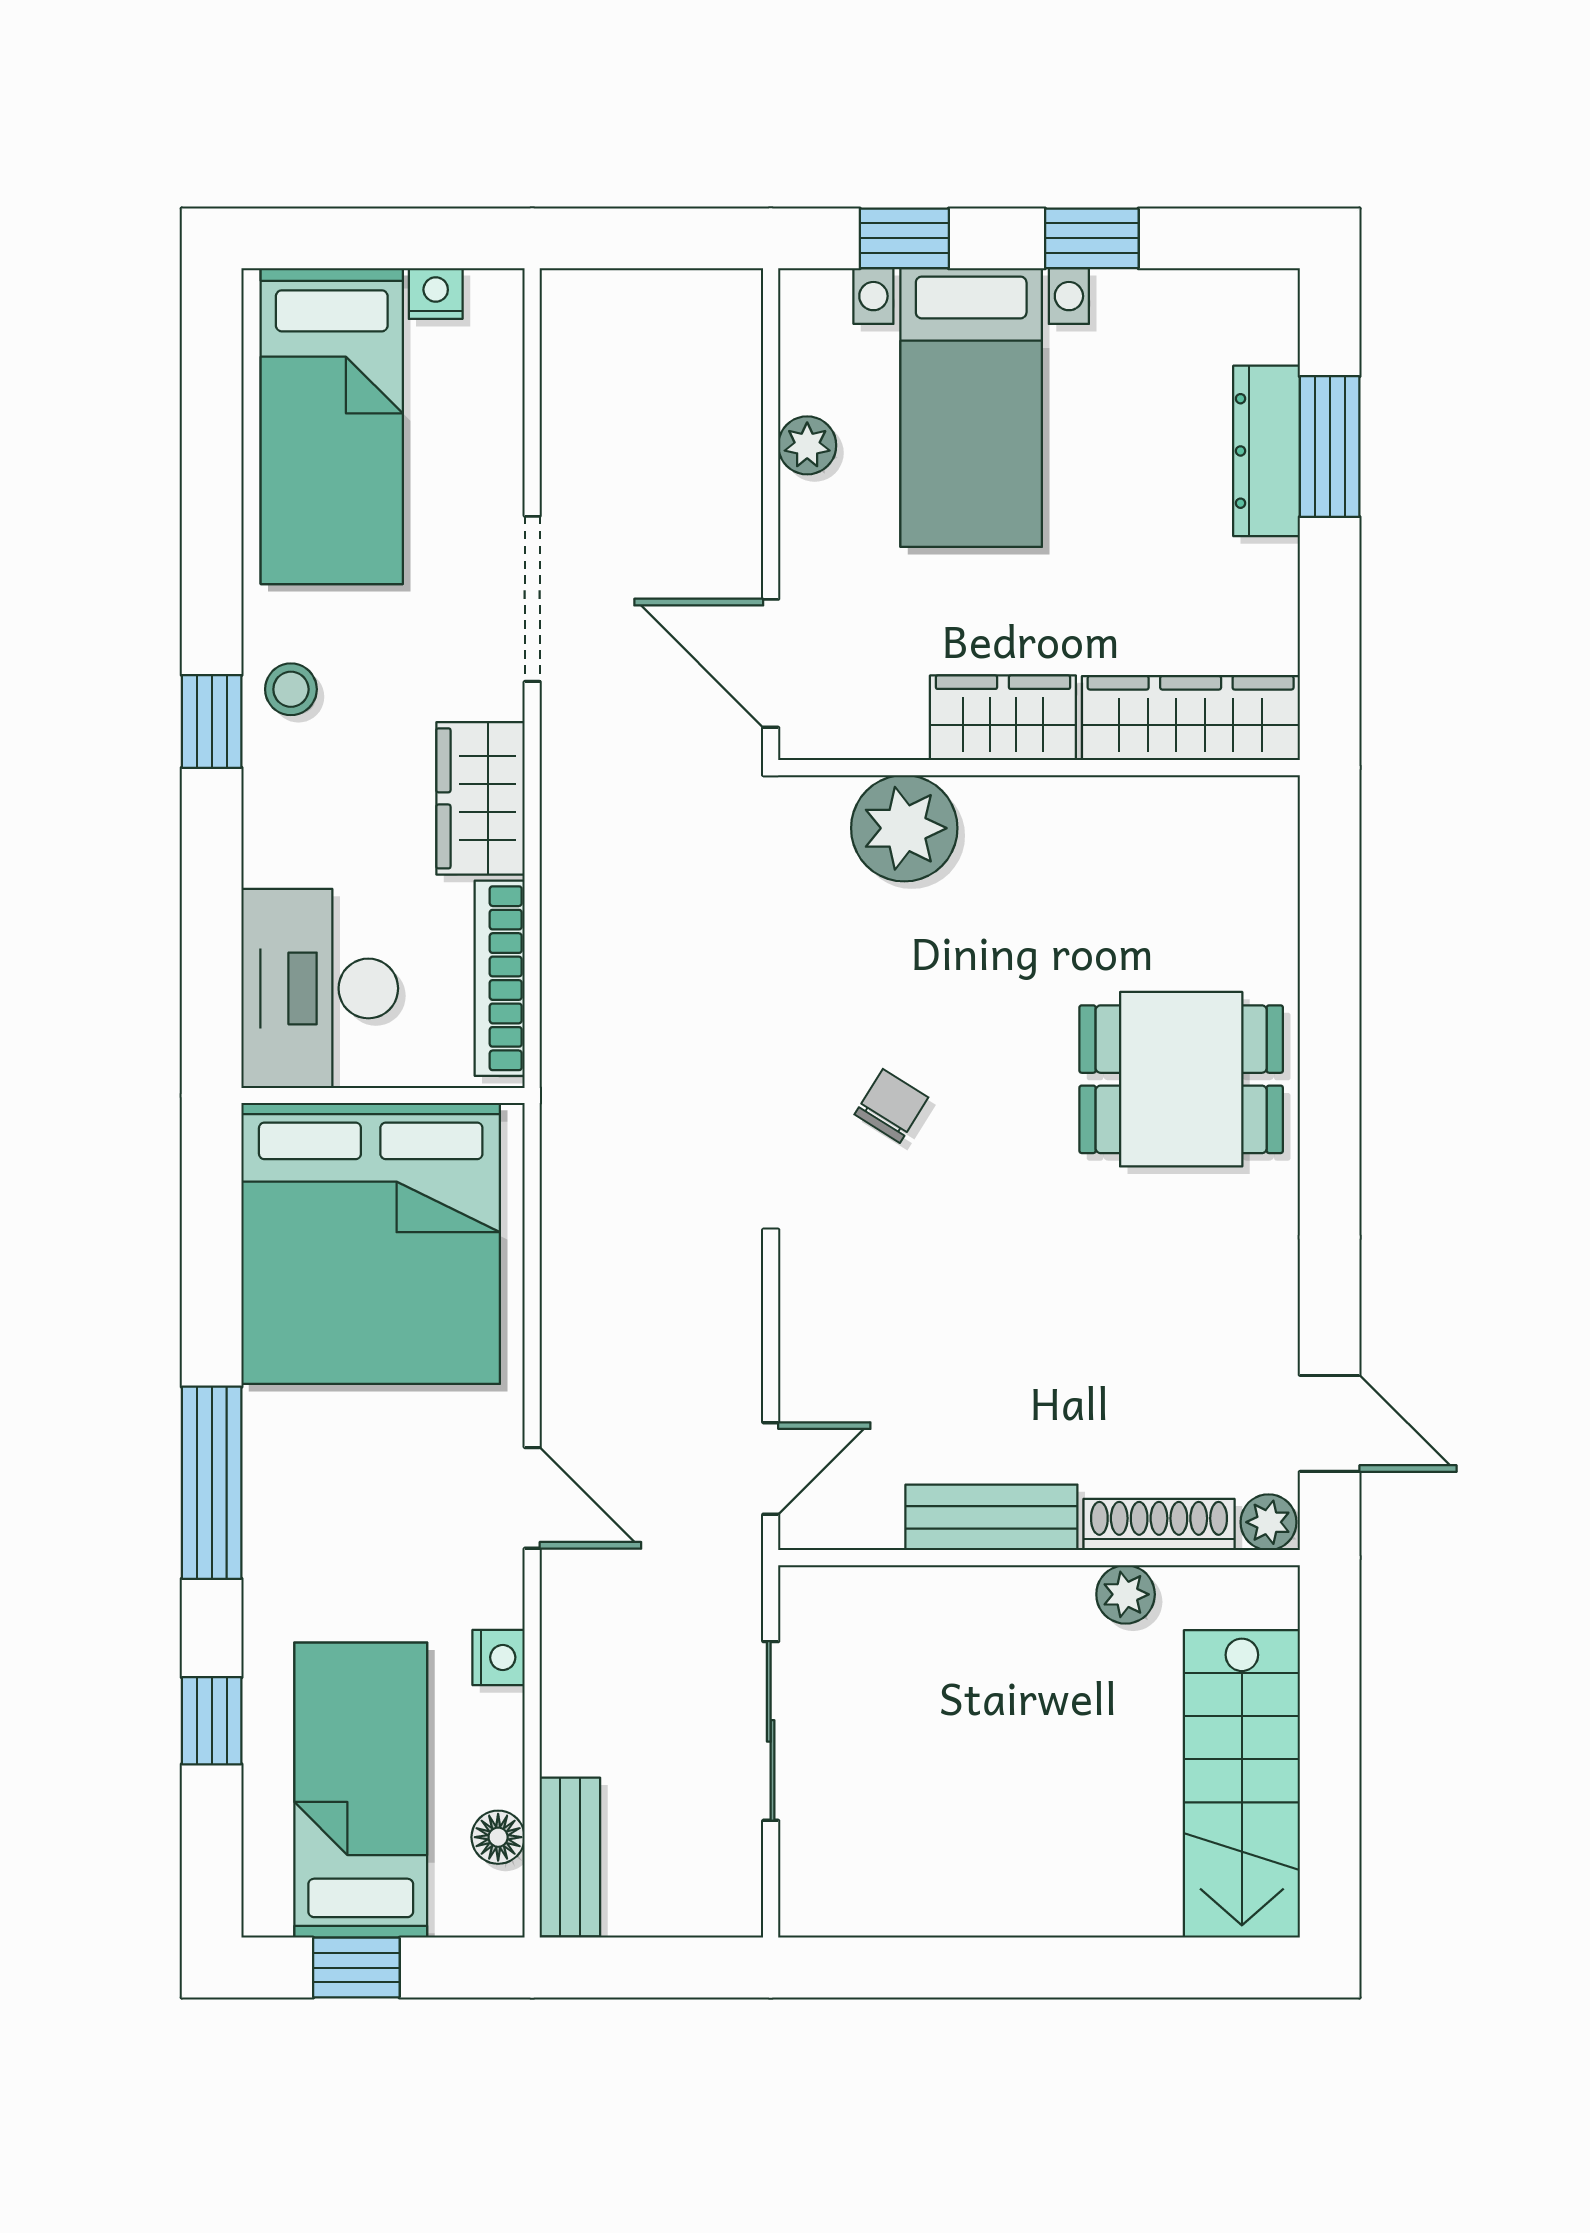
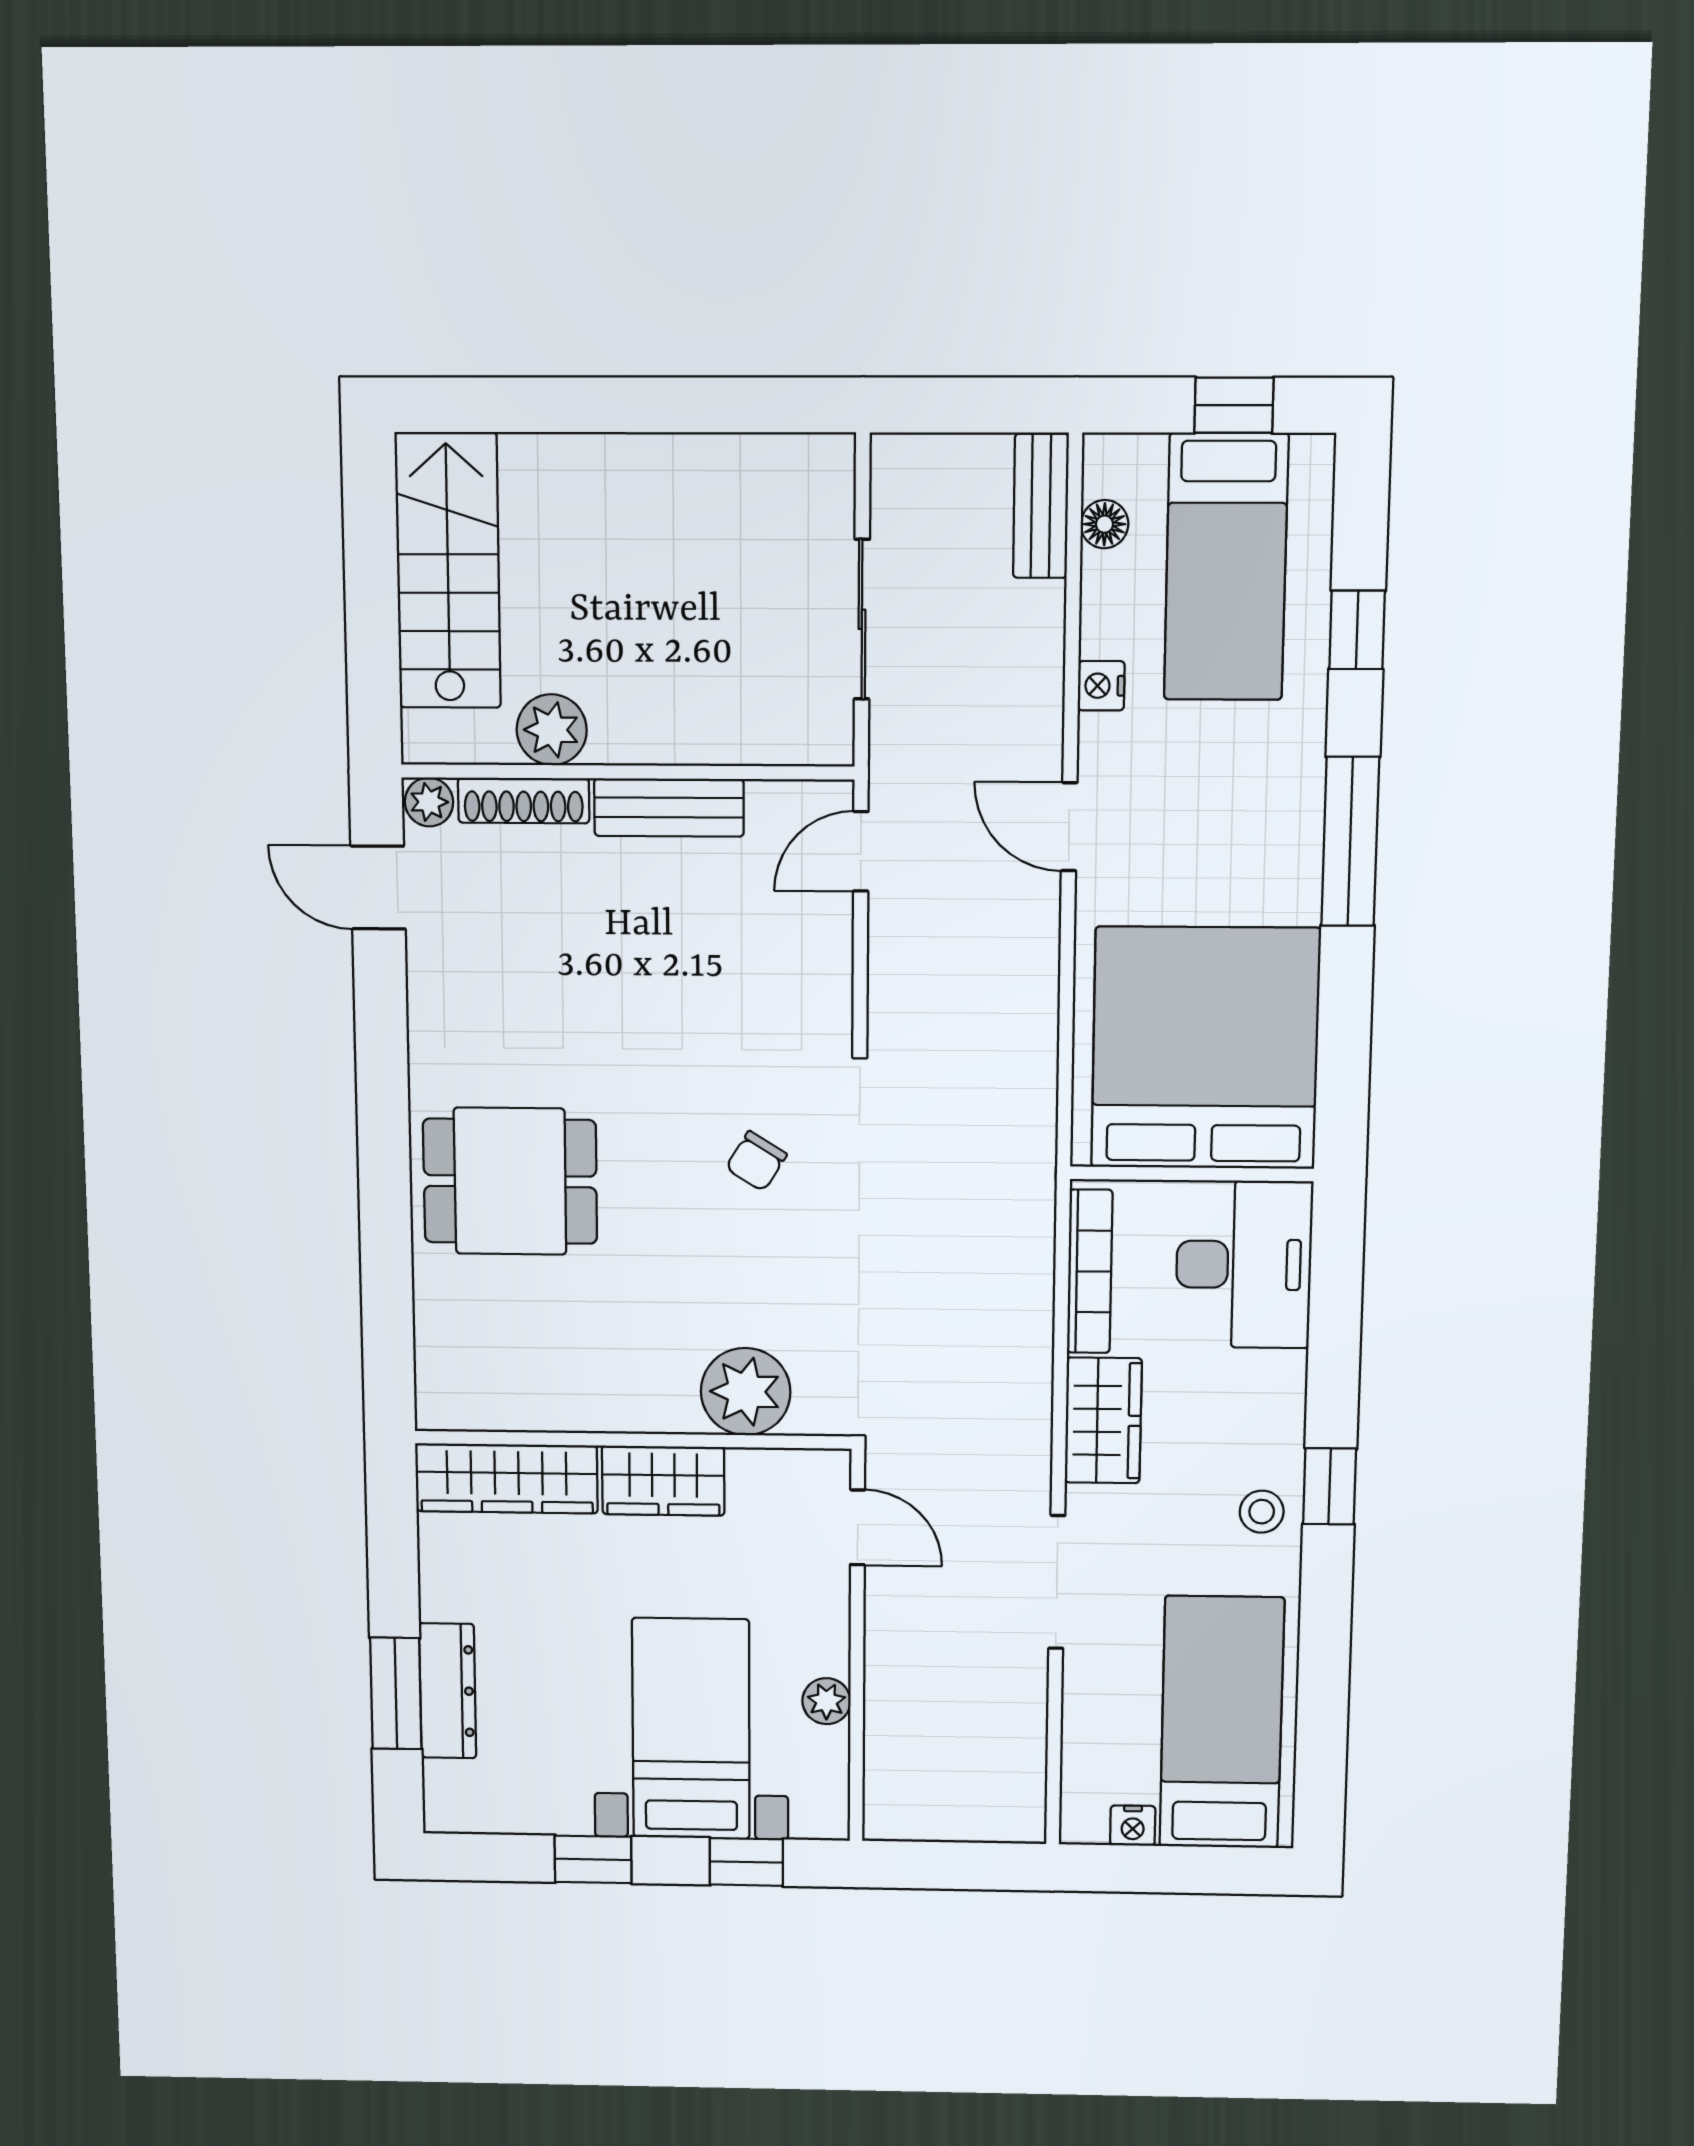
door: (771, 663) -> (858, 1527), width x0.73
plant: (1126, 1594) -> (552, 730), width x1.38, depth x1.38

